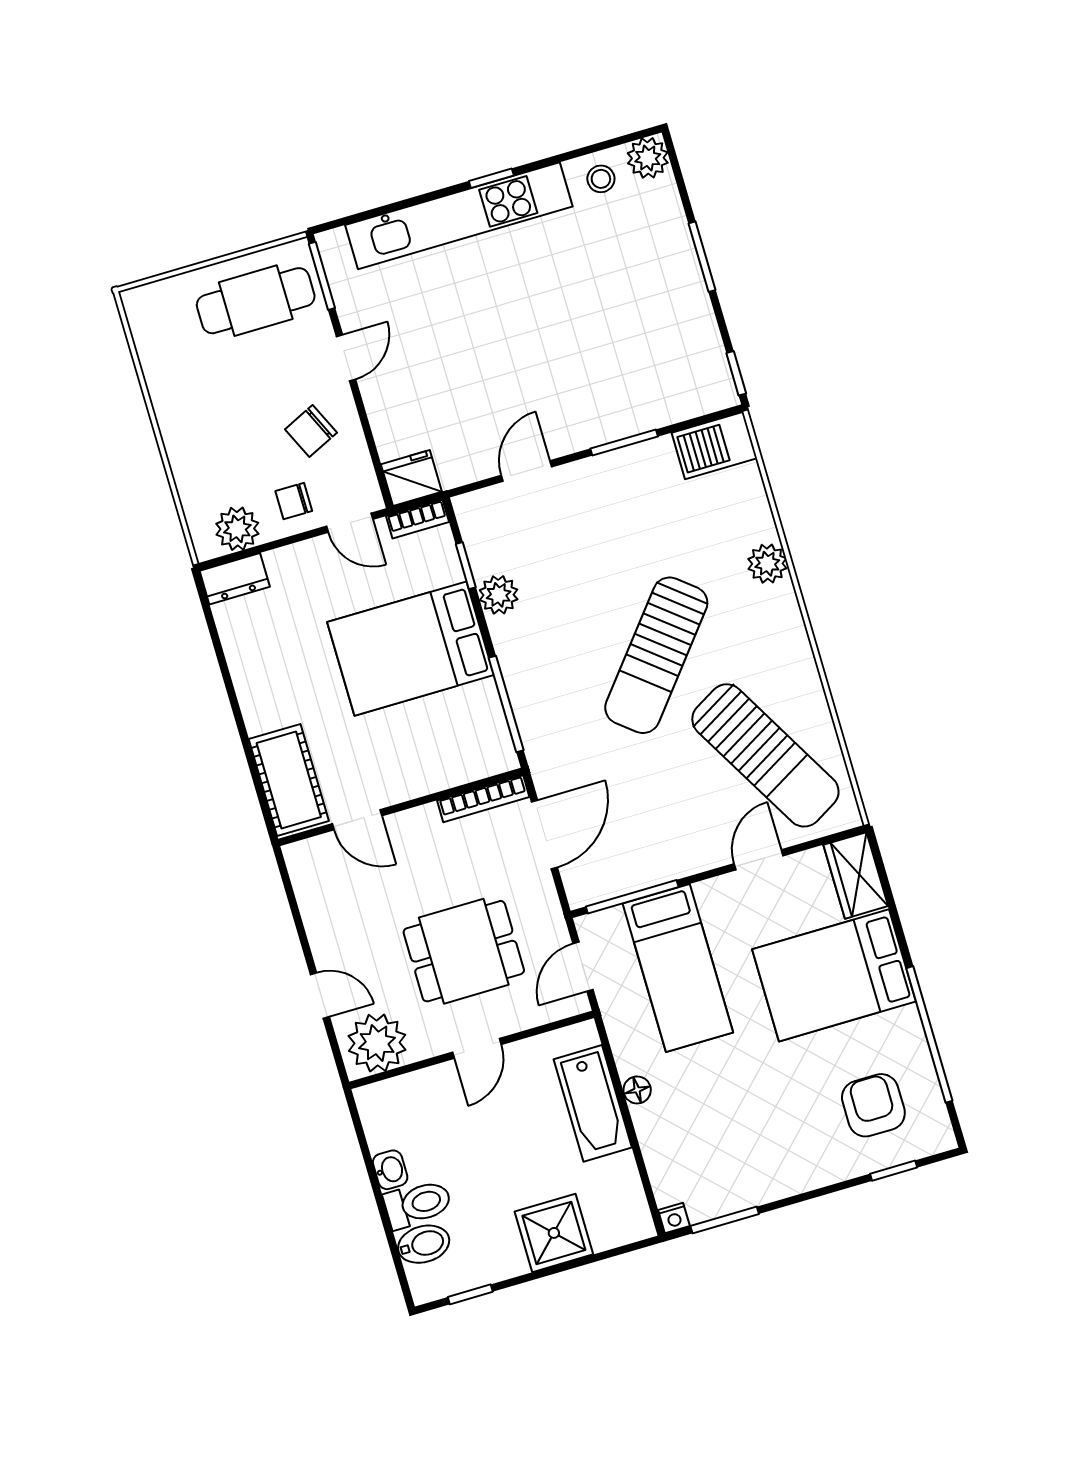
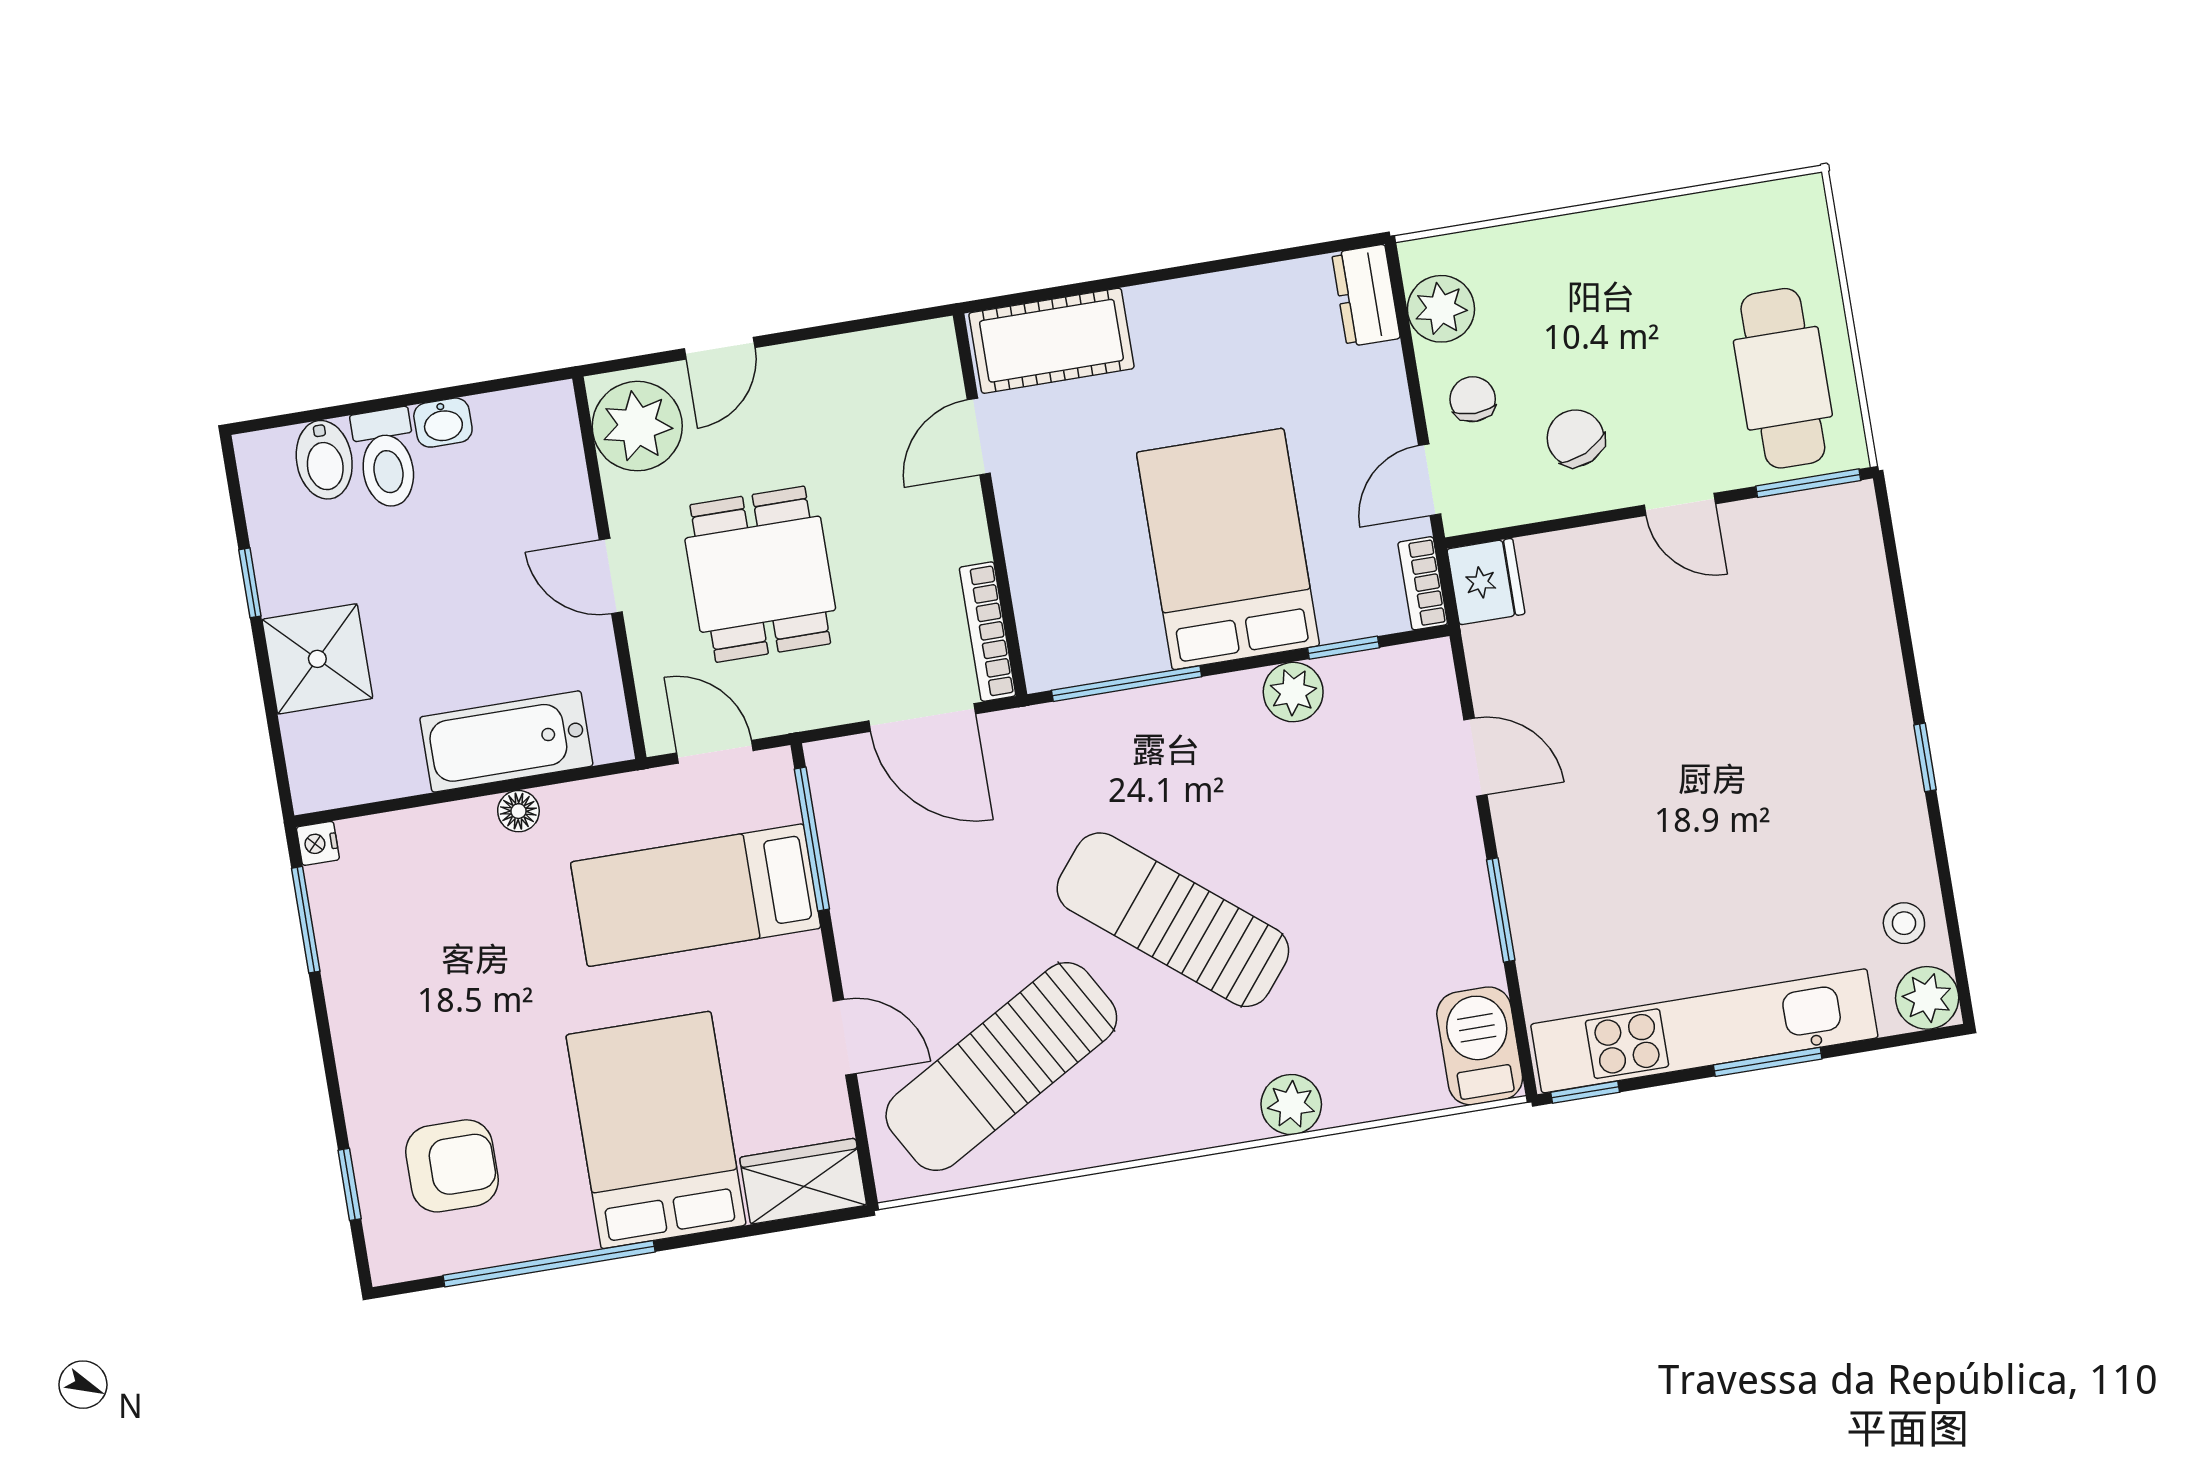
kitchen unit: (459, 216) -> (1704, 1031), moved, turned 90
window: (470, 1294) -> (250, 583), moved

